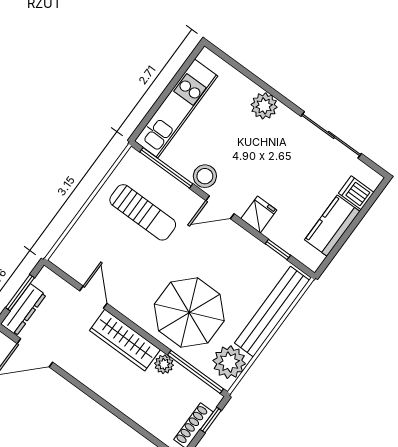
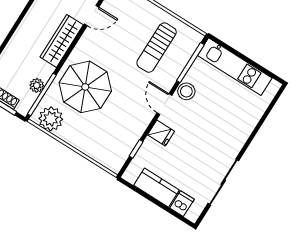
plant: (264, 106) -> (241, 131), removed
bench: (272, 312) -> (90, 148), removed
plant: (164, 364) -> (37, 85), moved

